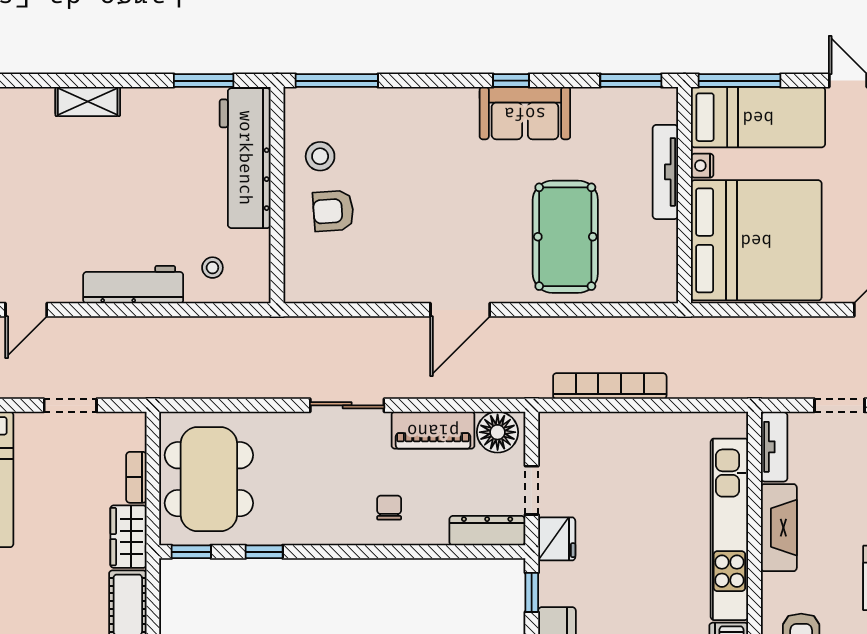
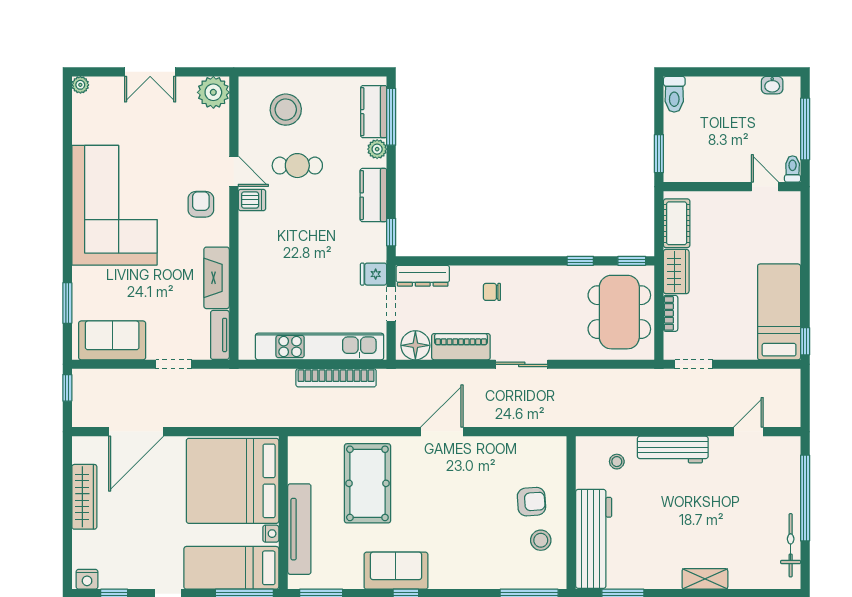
tv unit: (665, 172) -> (299, 529), width x1.36, depth x1.29
doorway: (70, 405) -> (694, 364), moved
chair: (389, 508) -> (492, 292), turned 90
kitchen unit: (729, 529) -> (320, 346), moved, turned -90
fridge: (557, 539) -> (374, 274), width x0.72

